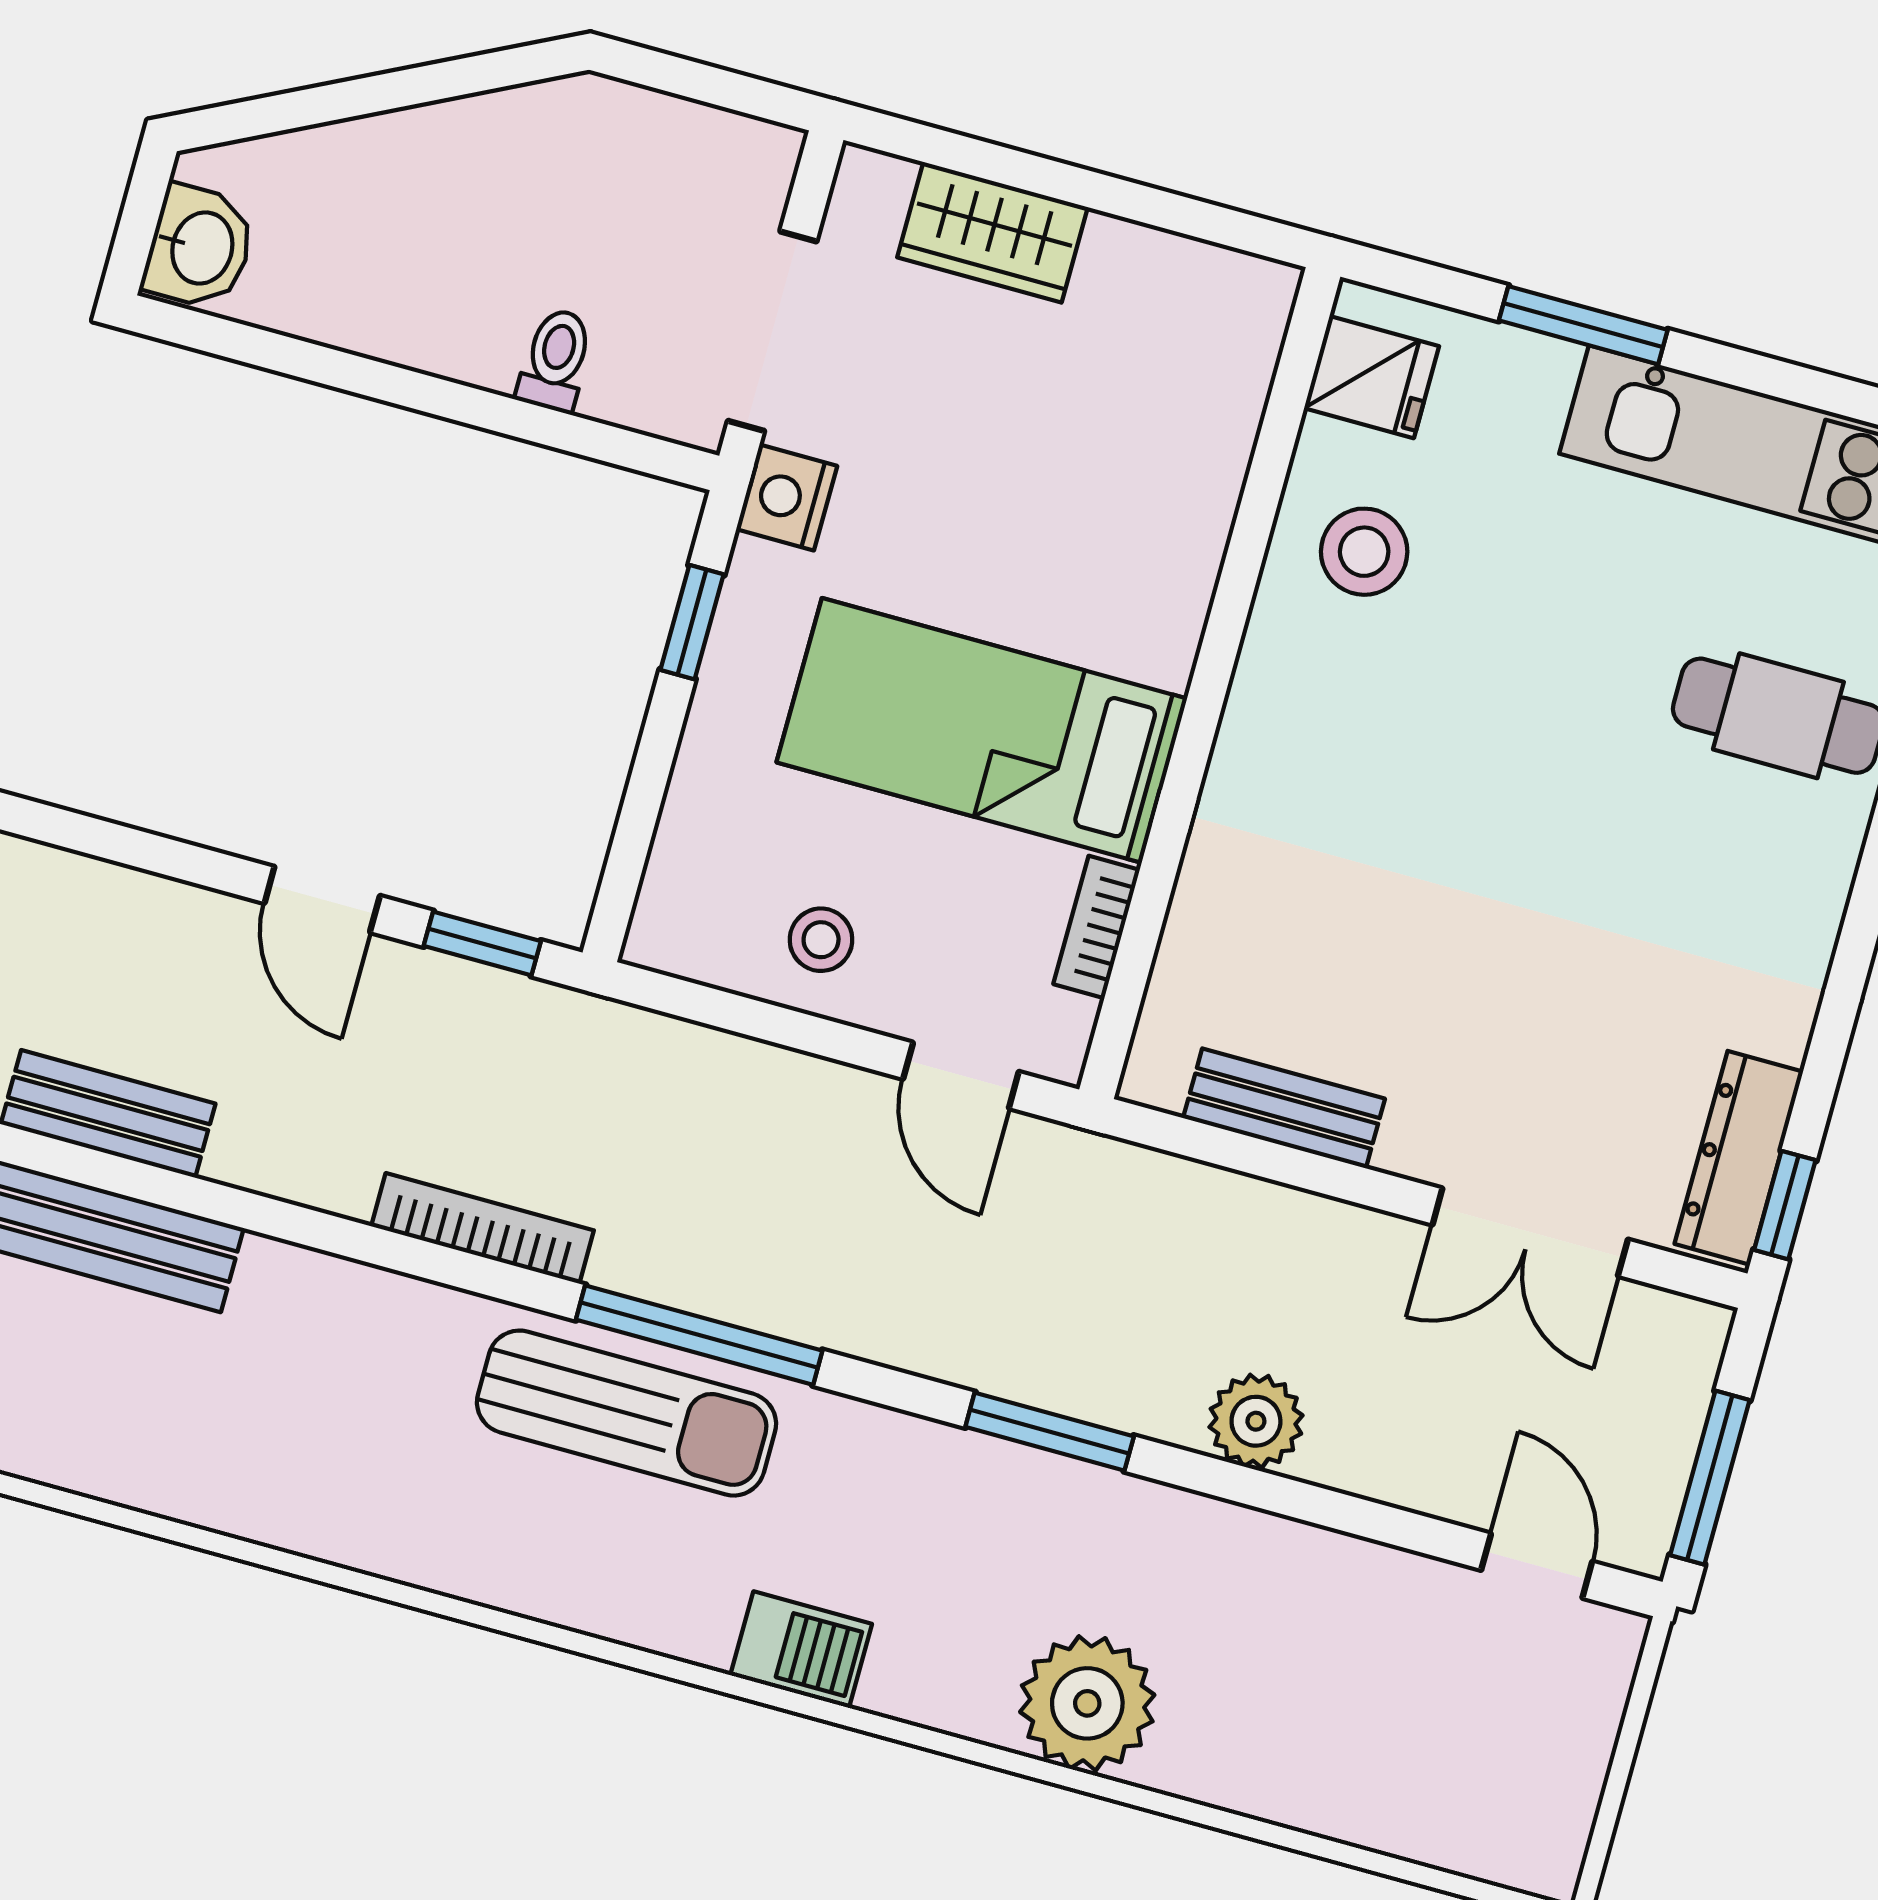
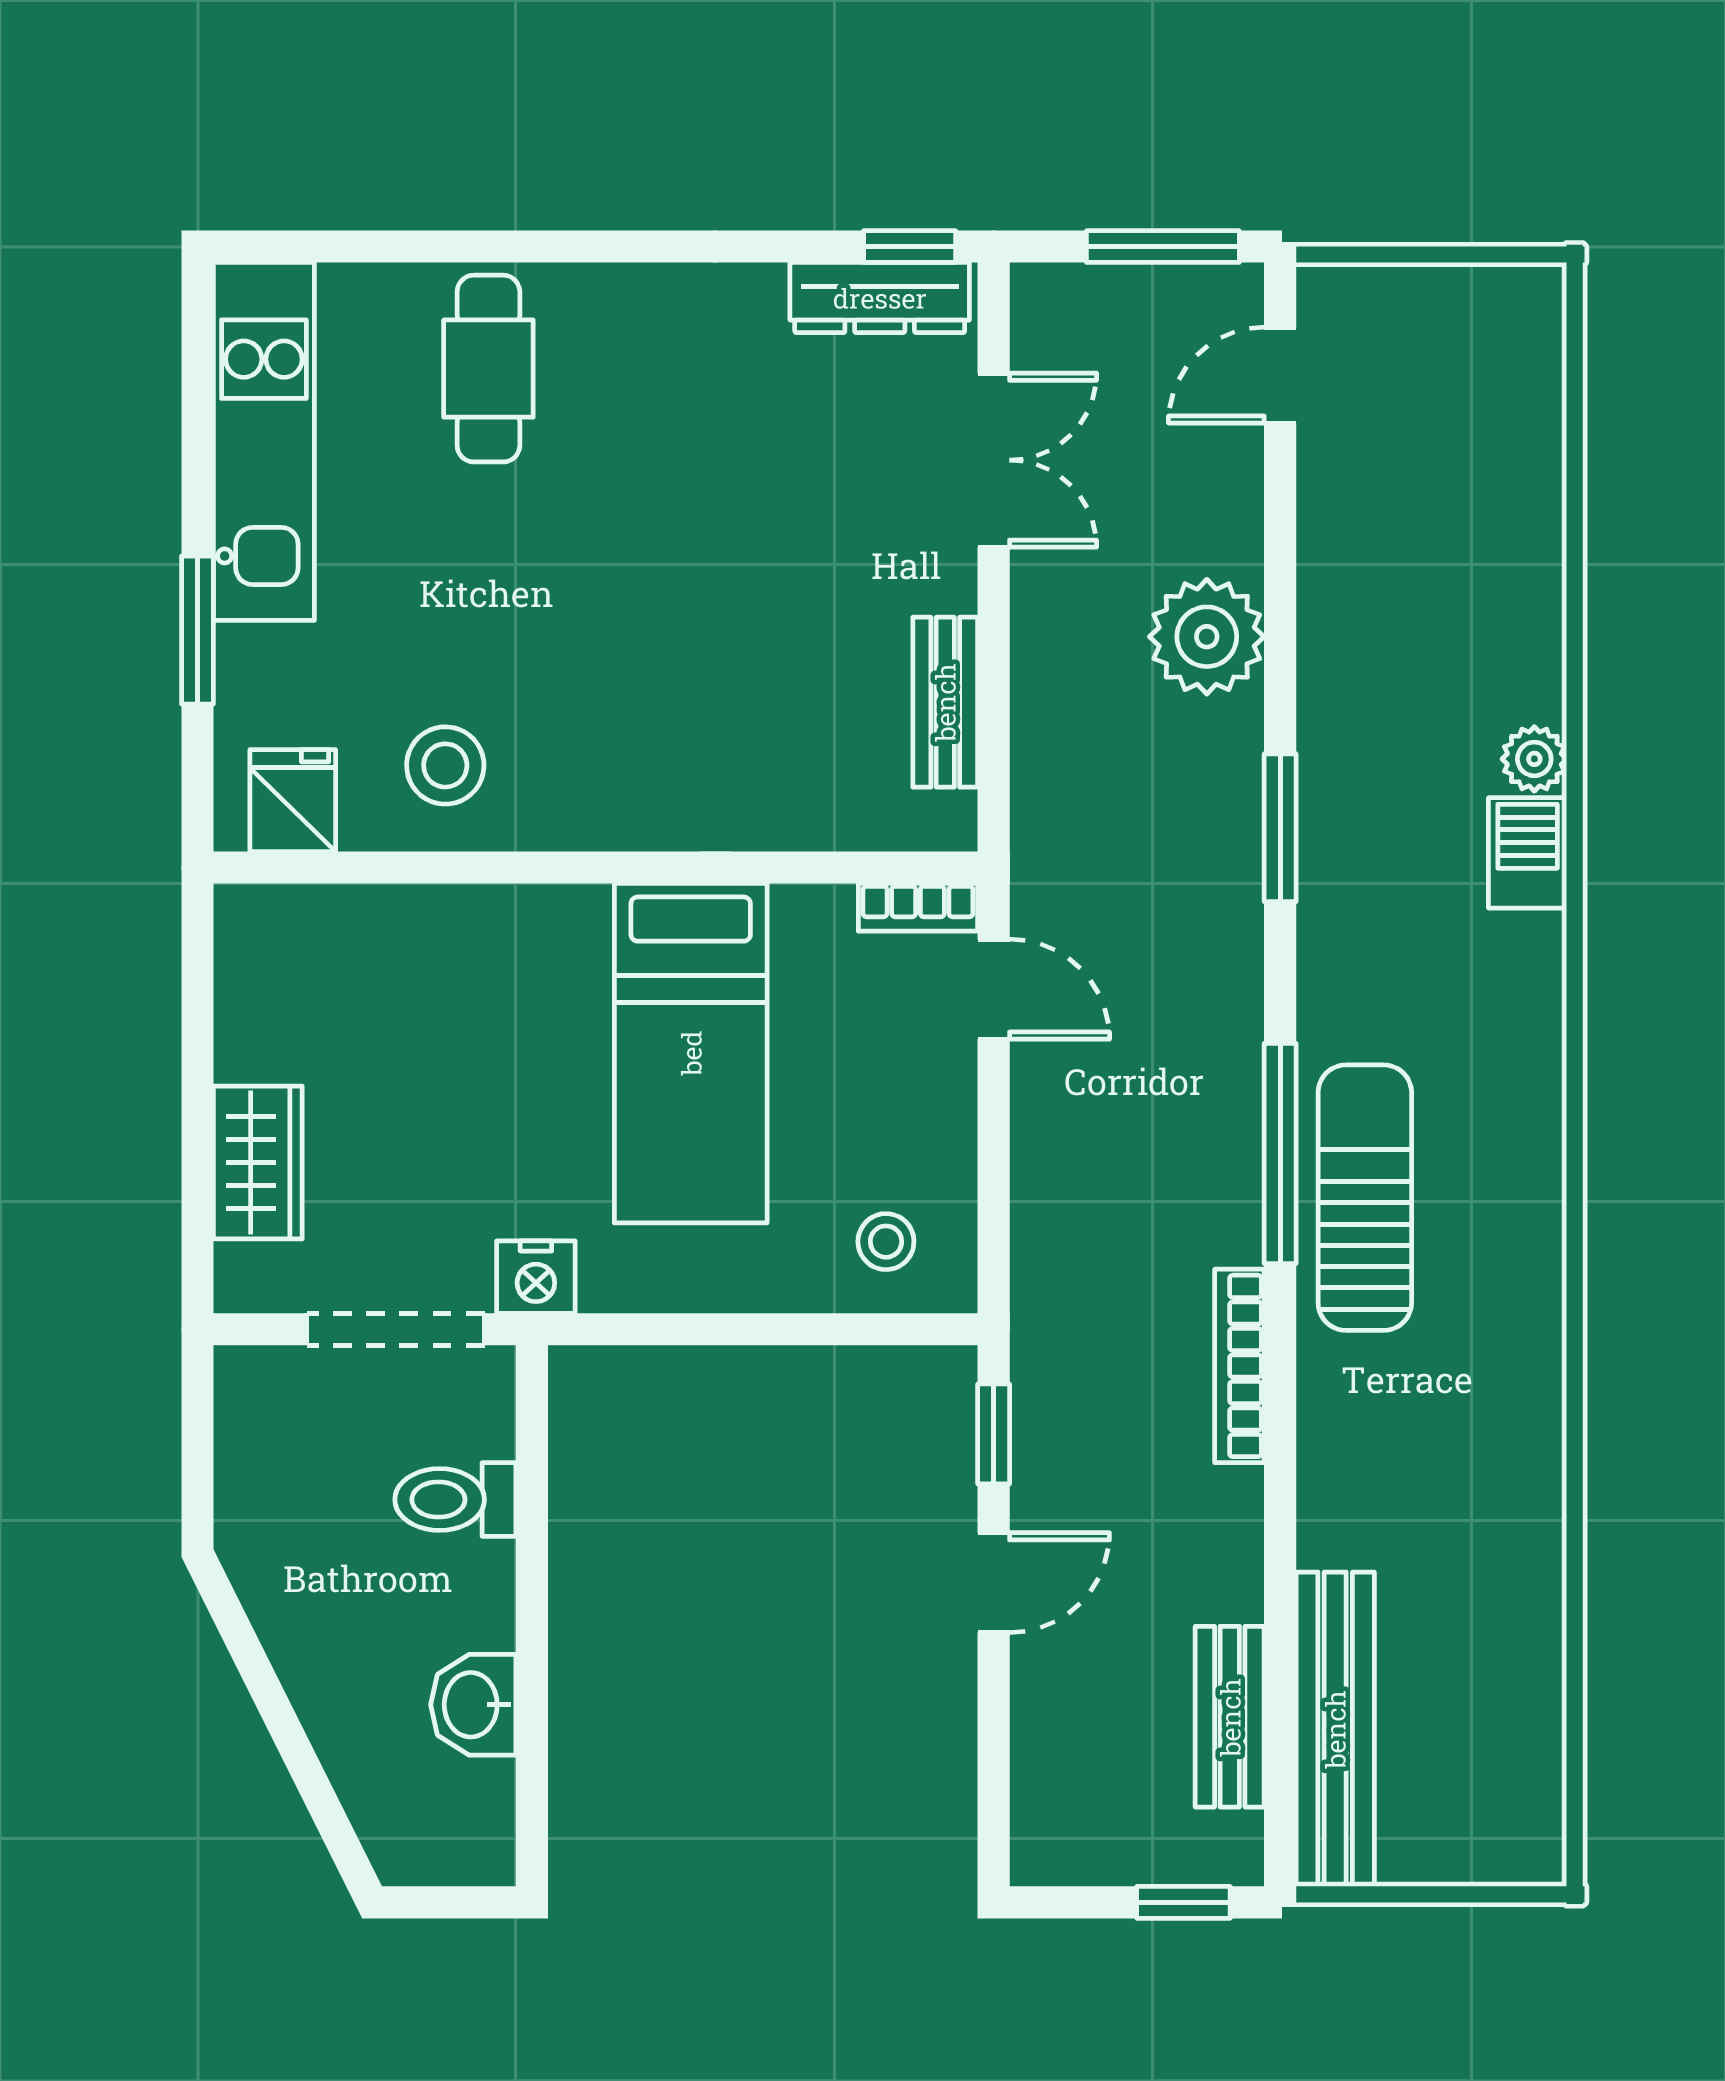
washbasin: (200, 247) -> (473, 1705), moved, turned -90
toilet: (555, 360) -> (455, 1500), width x1.37, depth x1.39
window: (692, 622) -> (666, 1329), removed
bookcase: (1097, 927) -> (918, 907), moved
stool: (821, 940) -> (886, 1242), moved
door: (961, 1075) -> (994, 989), hinge flipped
plant: (1256, 1421) -> (1207, 637), width x1.36, depth x1.36
barbecue: (801, 1650) -> (1528, 853), moved
plant: (1087, 1703) -> (1534, 759), width x0.53, depth x0.53

